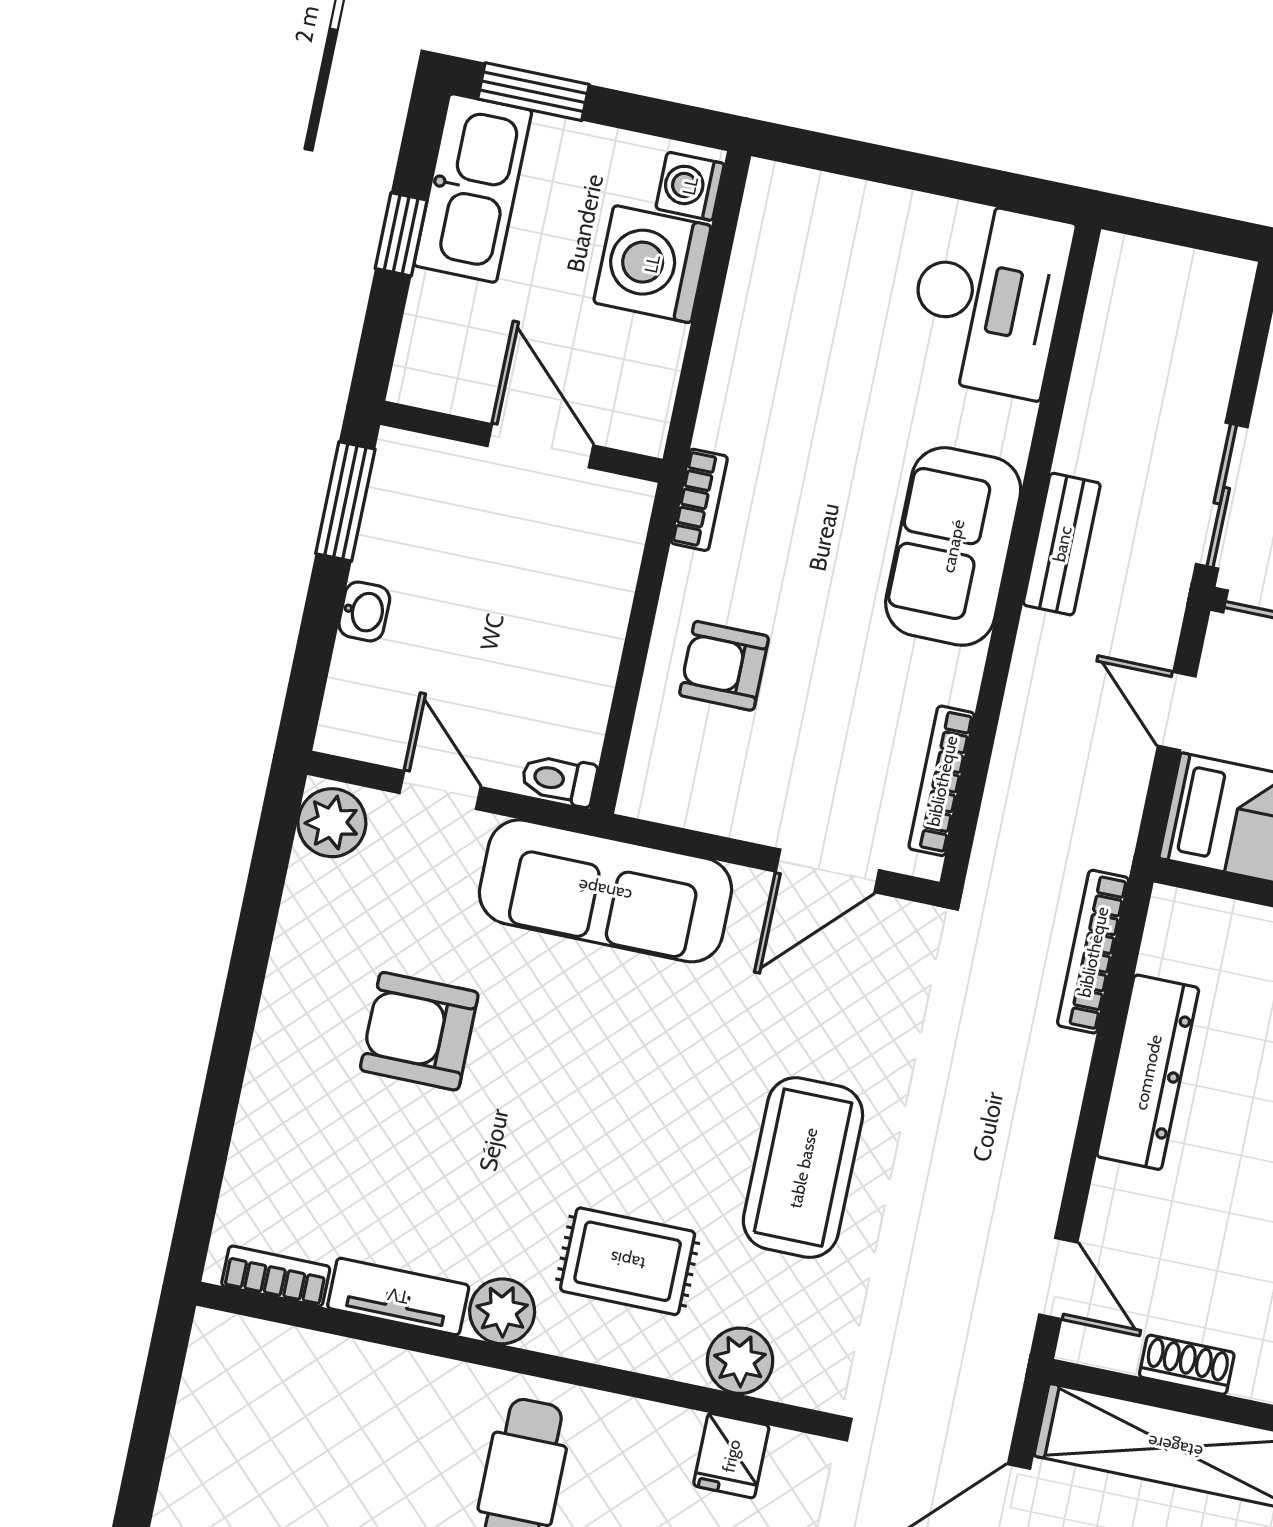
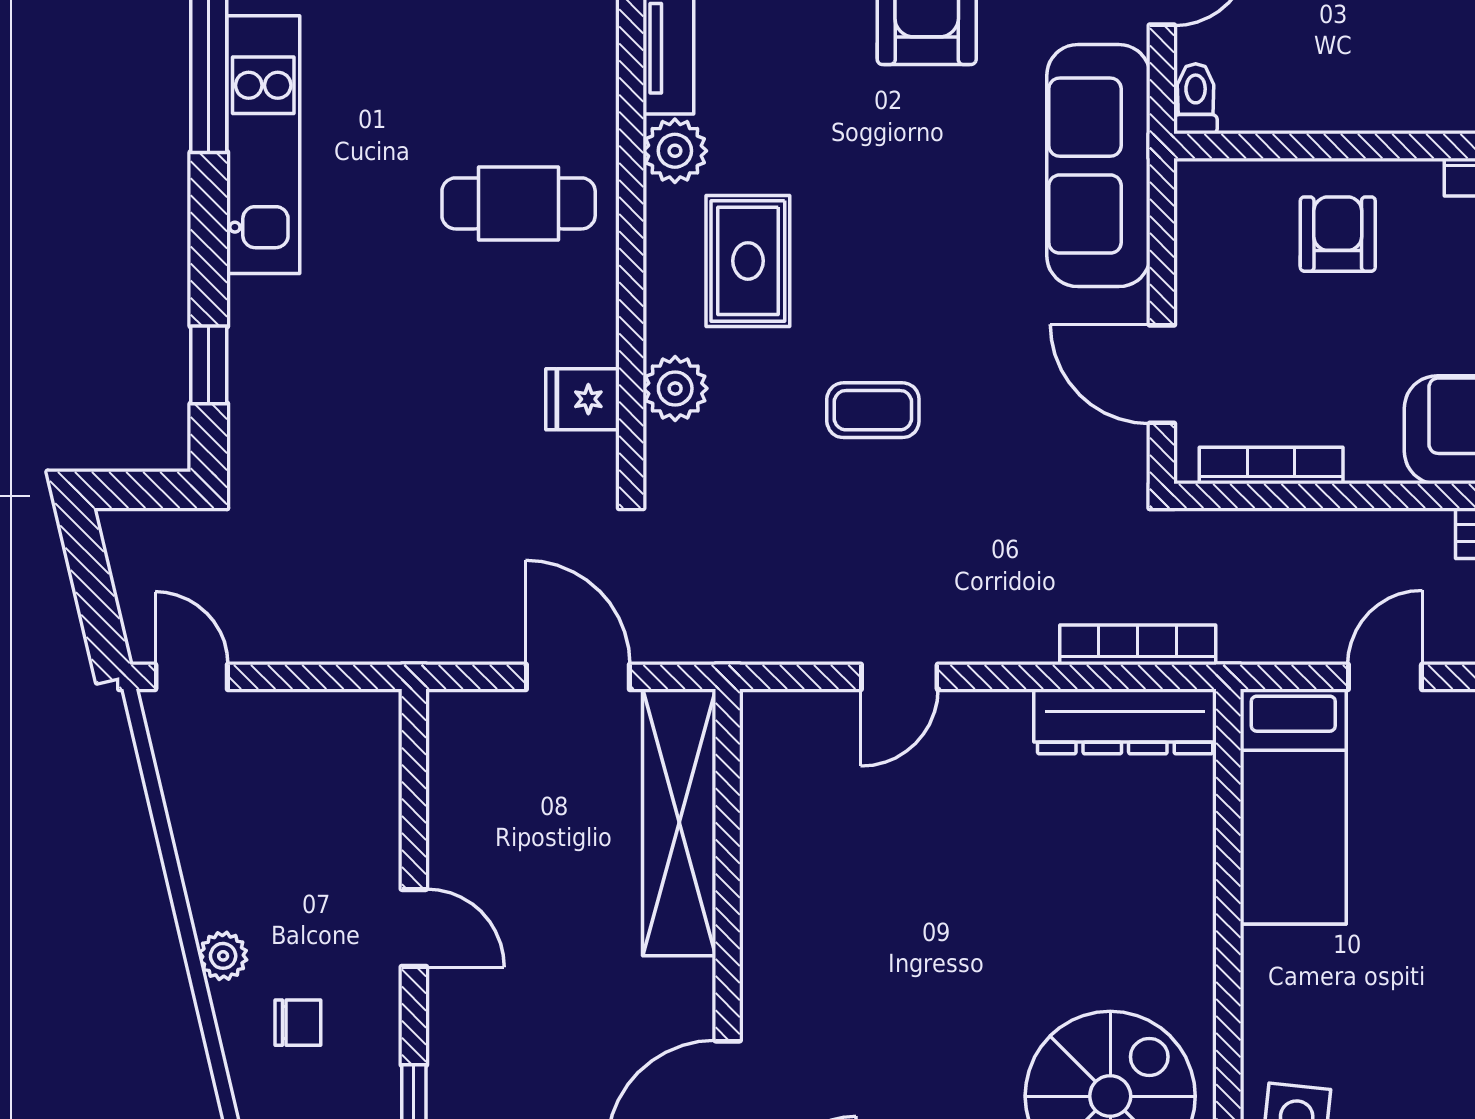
dresser: (1148, 1072) -> (1125, 721), moved
coffee table: (803, 1168) -> (873, 410), width x0.54, depth x0.58
door: (1058, 1278) -> (899, 677), moved
shoe rack: (1187, 1365) -> (761, 817), removed

